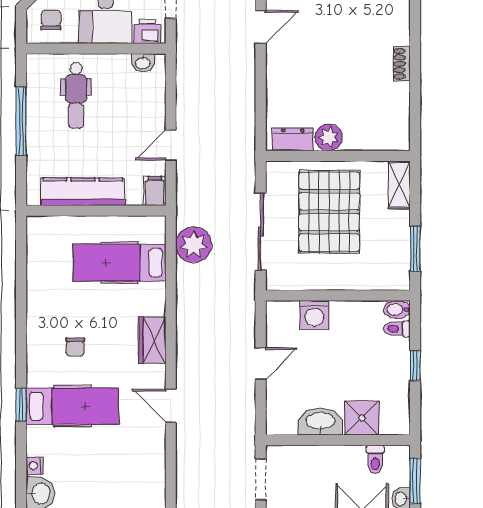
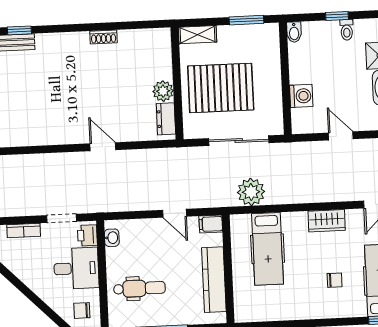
door: (261, 27) -> (103, 147), moved
toilet: (397, 329) -> (347, 30), moved

